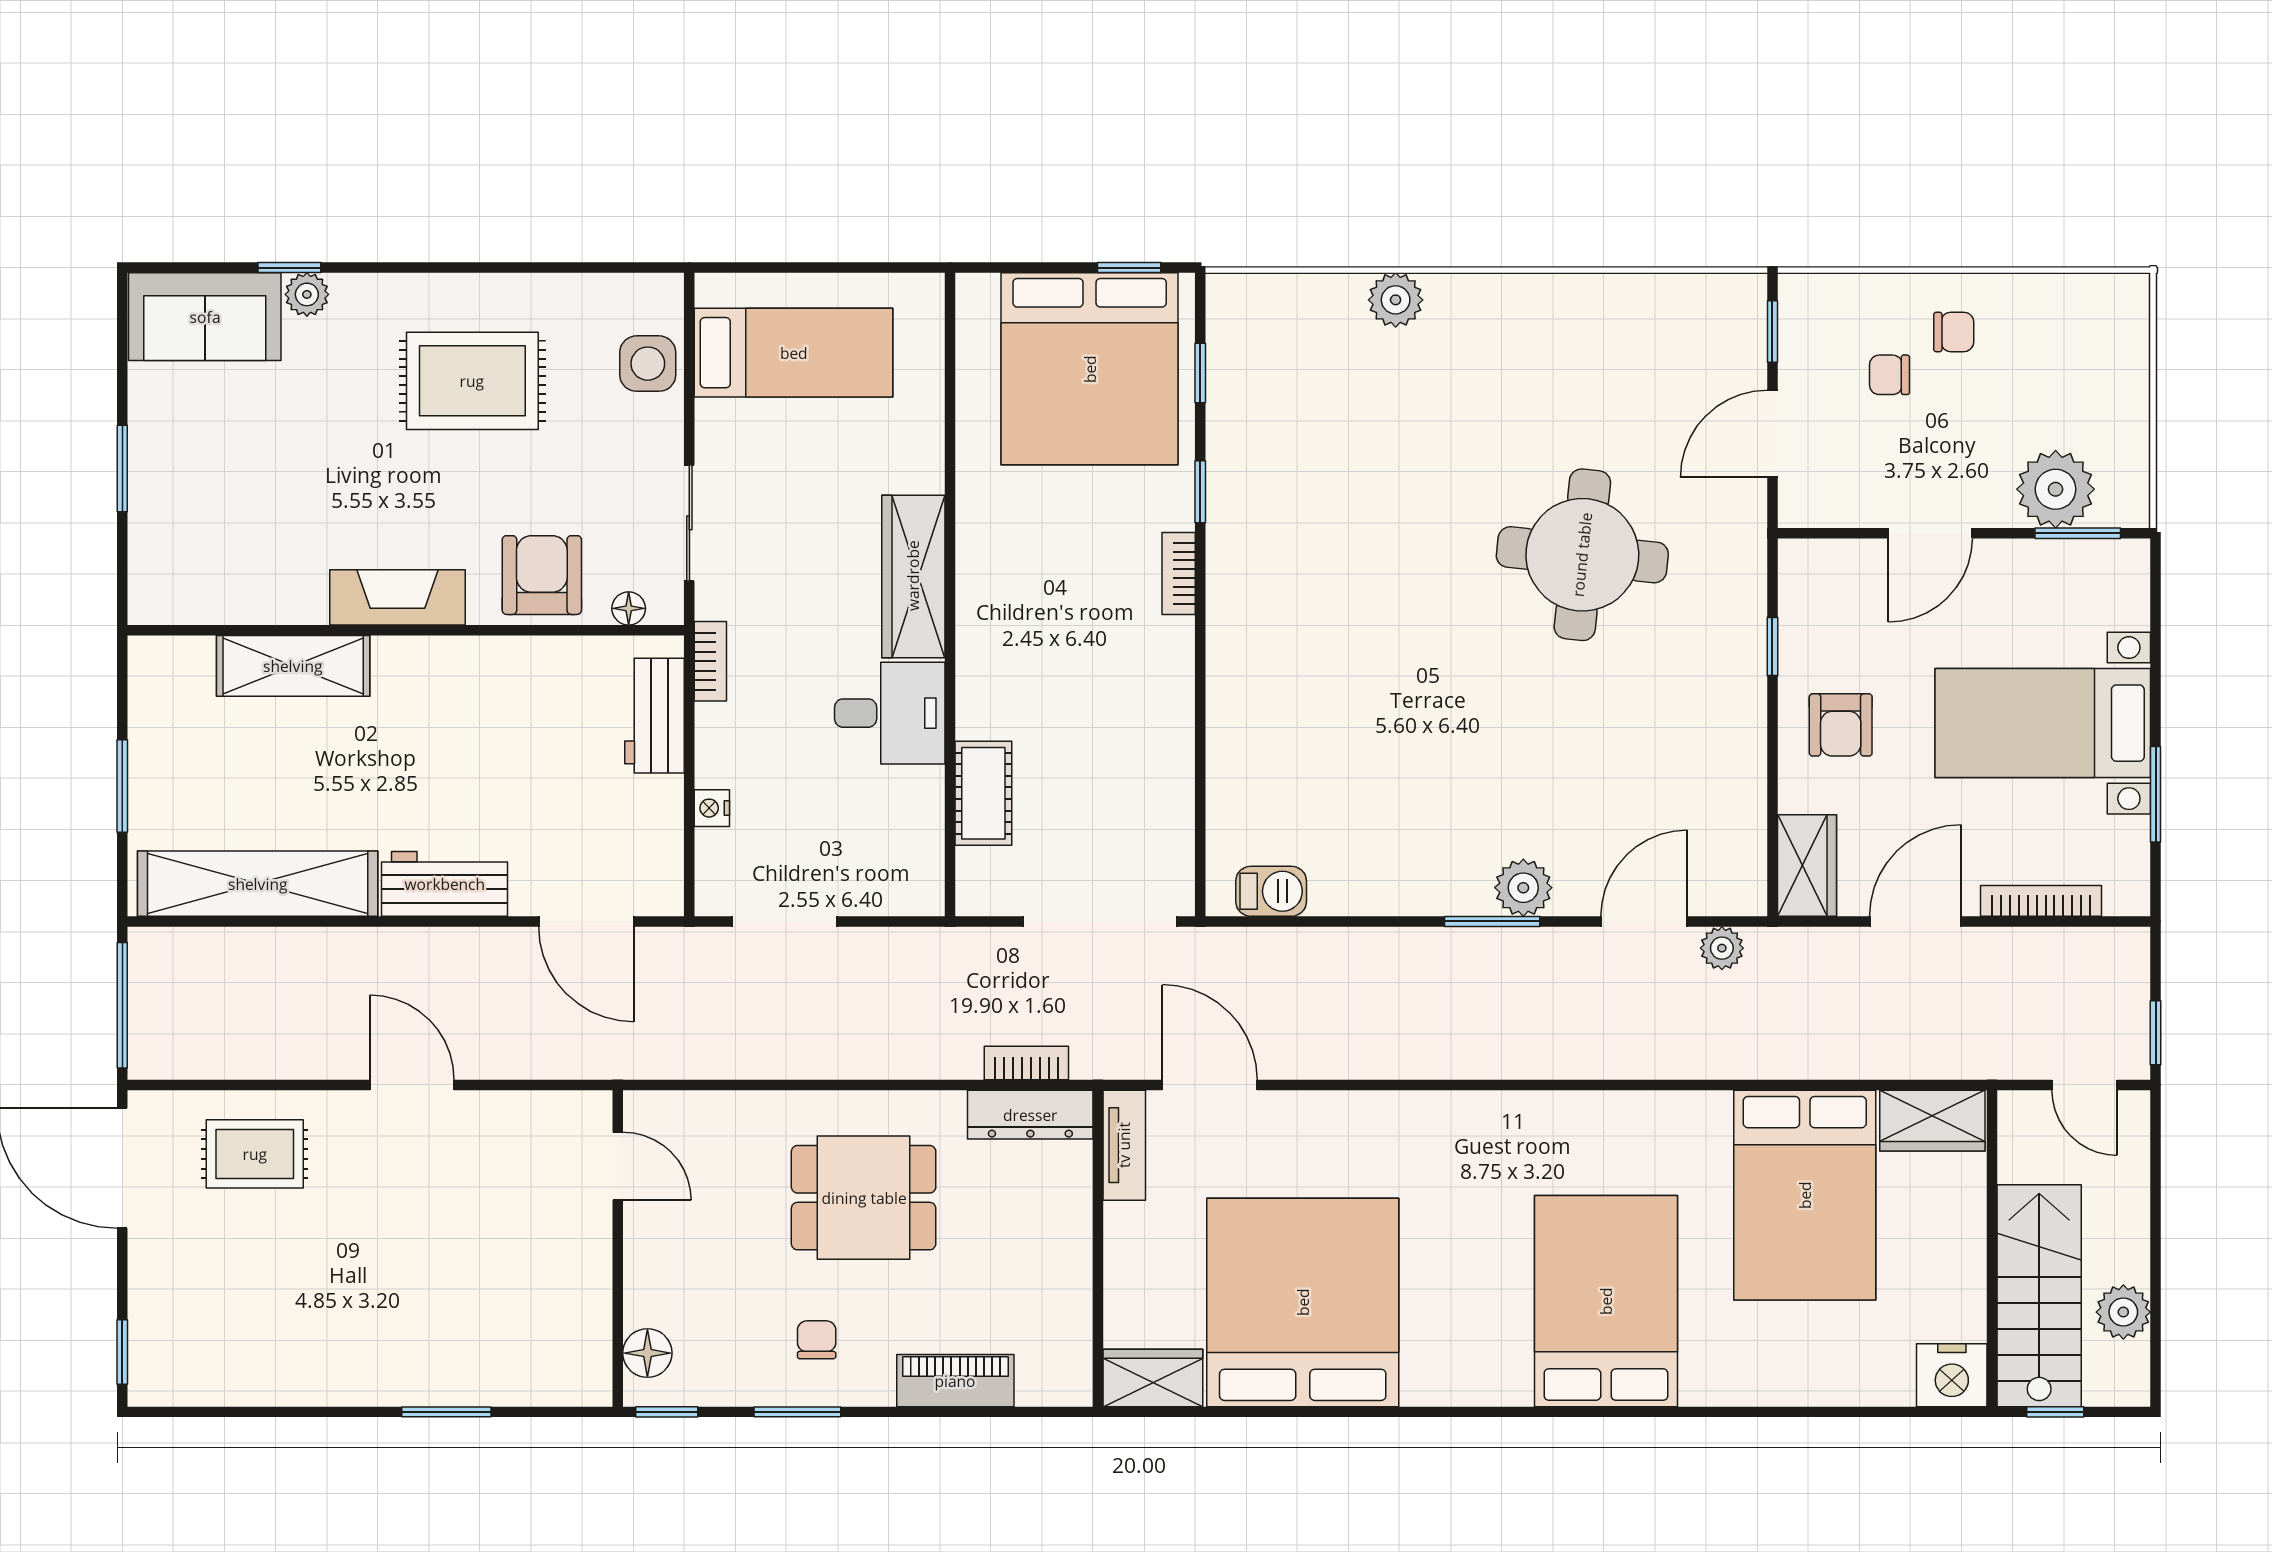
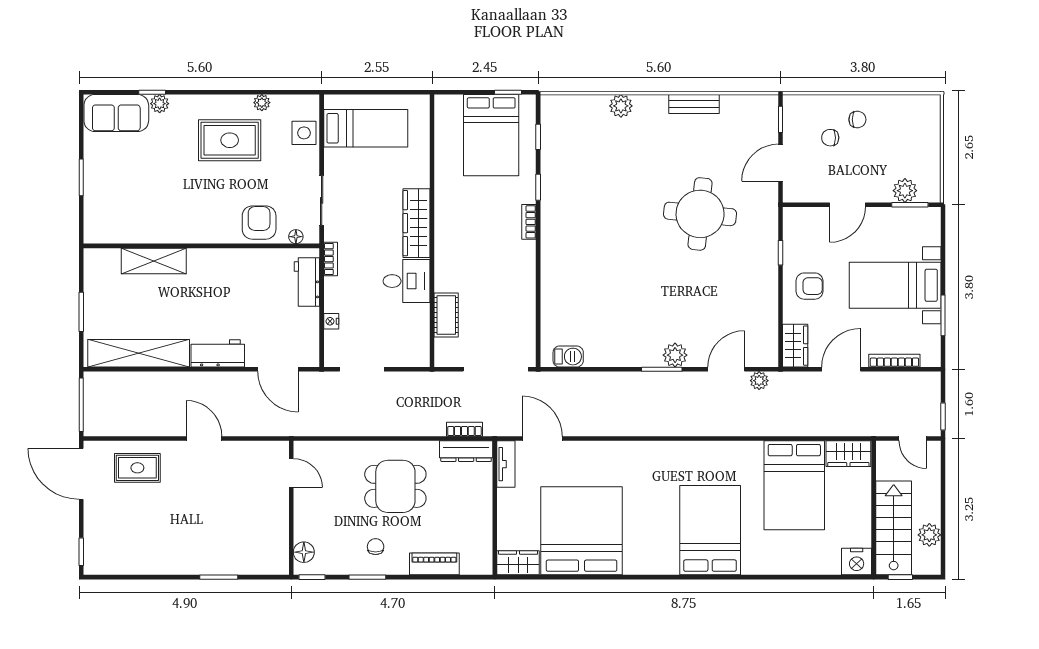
plant: (548, 292) -> (262, 103), added
bench: (1568, 295) -> (694, 104), added
bed: (1090, 369) -> (491, 135), width x0.73
plant: (2056, 489) -> (905, 191), width x0.73, depth x0.73
fireplace: (397, 597) -> (198, 232), removed
armchair: (1841, 725) -> (809, 286), turned -90

